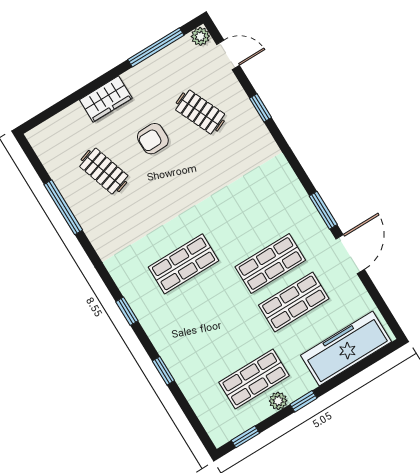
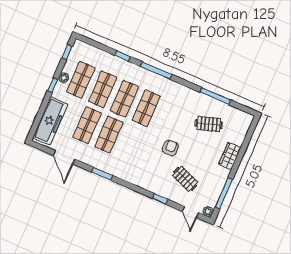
door: (228, 55) -> (190, 212), hinge flipped
clothes rail: (200, 112) -> (185, 179), turned 45
armchair: (153, 139) -> (170, 148), moved
door: (350, 254) -> (64, 157), moved
shop shelf: (207, 302) -> (124, 99), added
window: (127, 311) -> (156, 70), width x2.17
shop shelf: (231, 341) -> (103, 89), added

